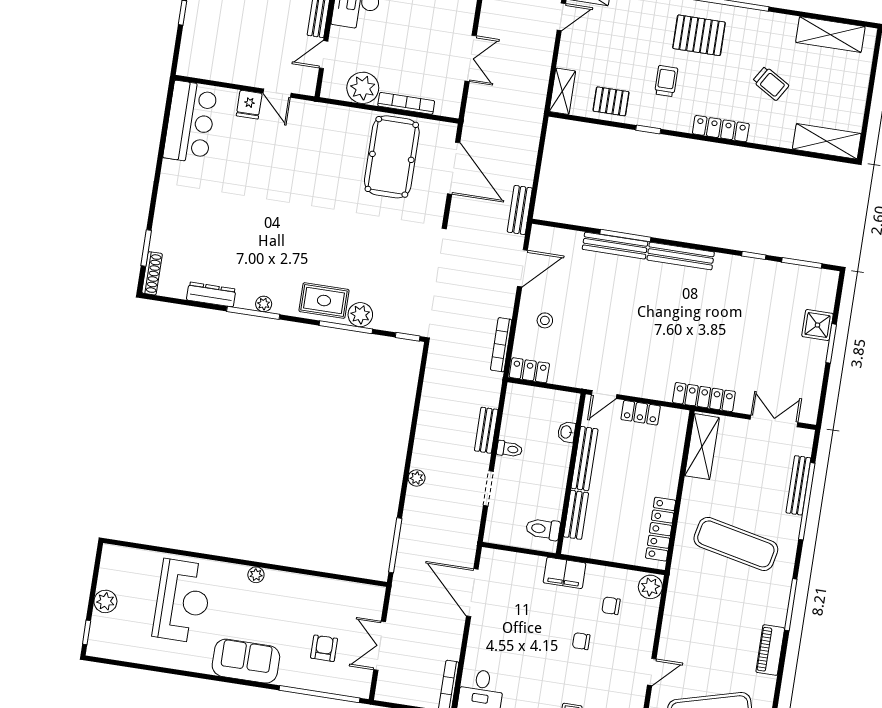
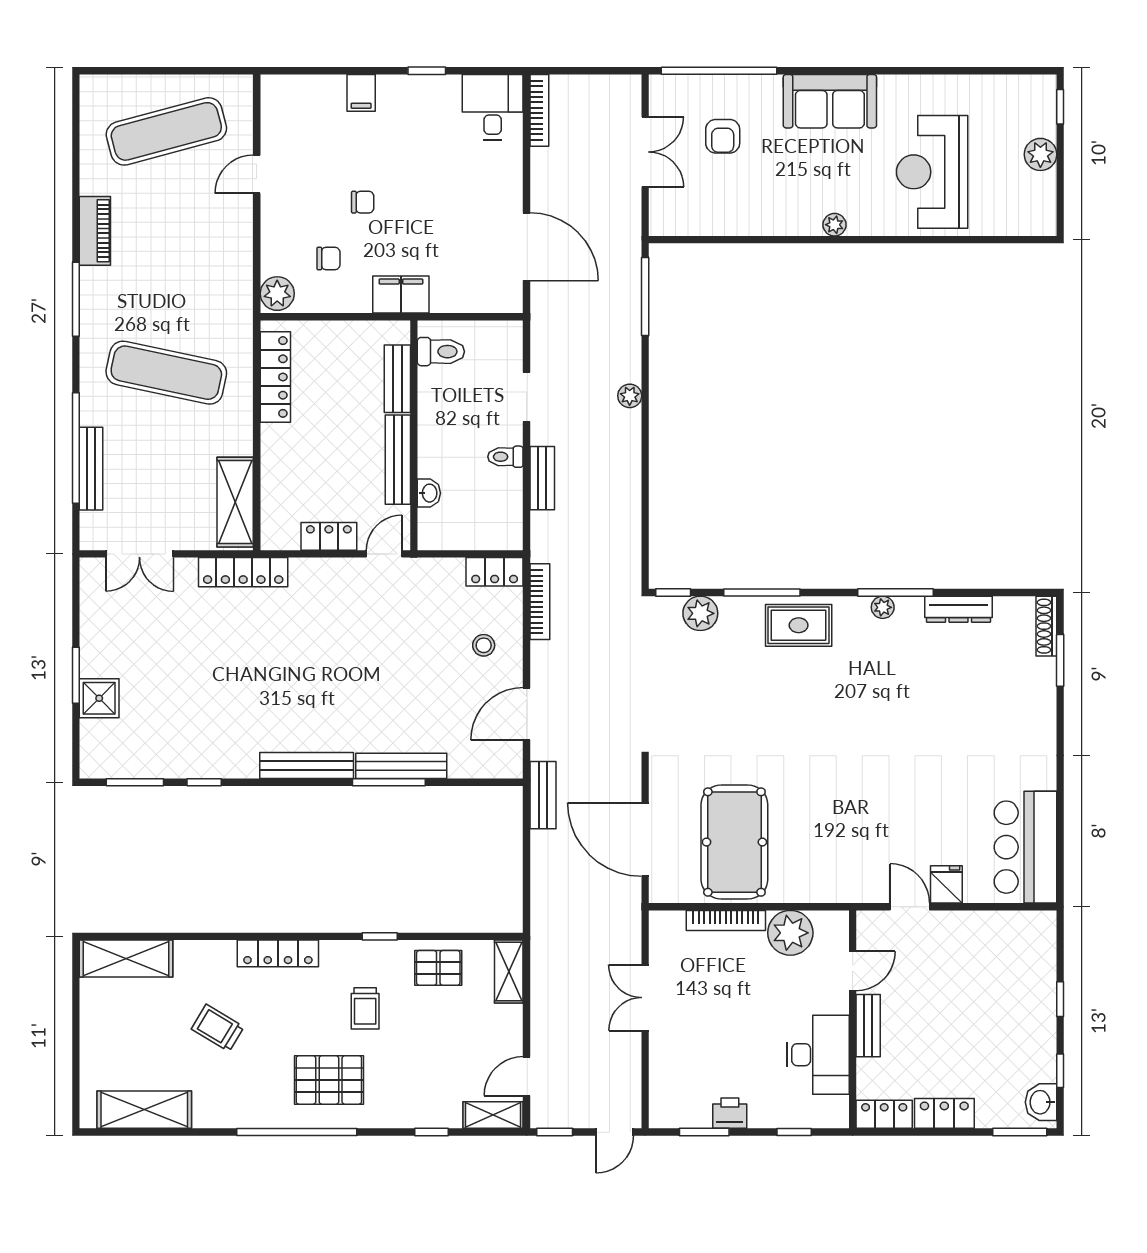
plant: (360, 315) -> (700, 613), moved

